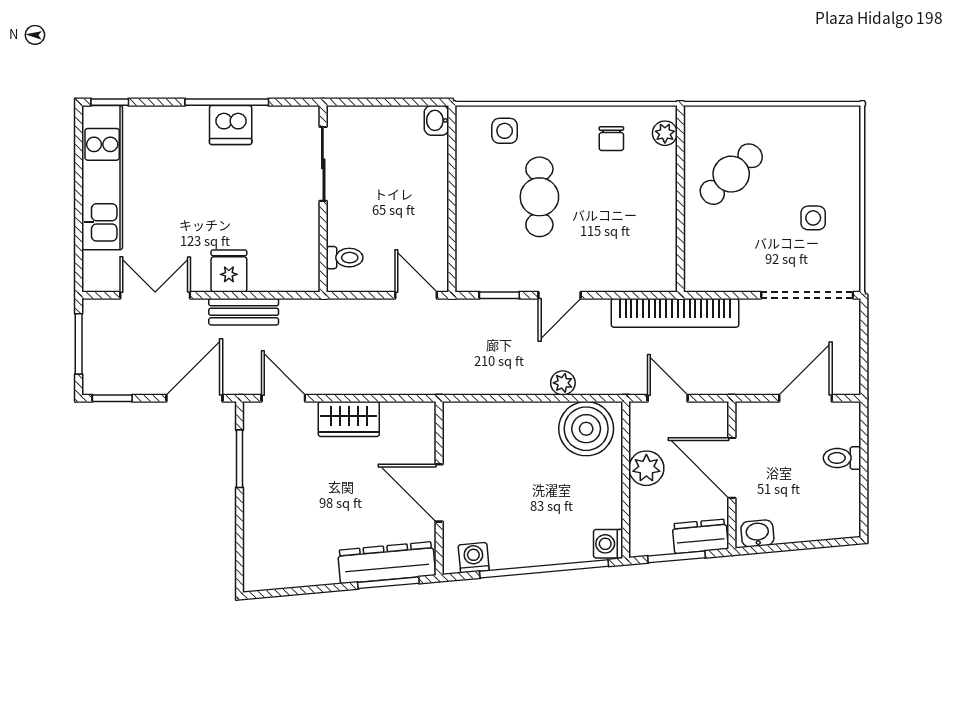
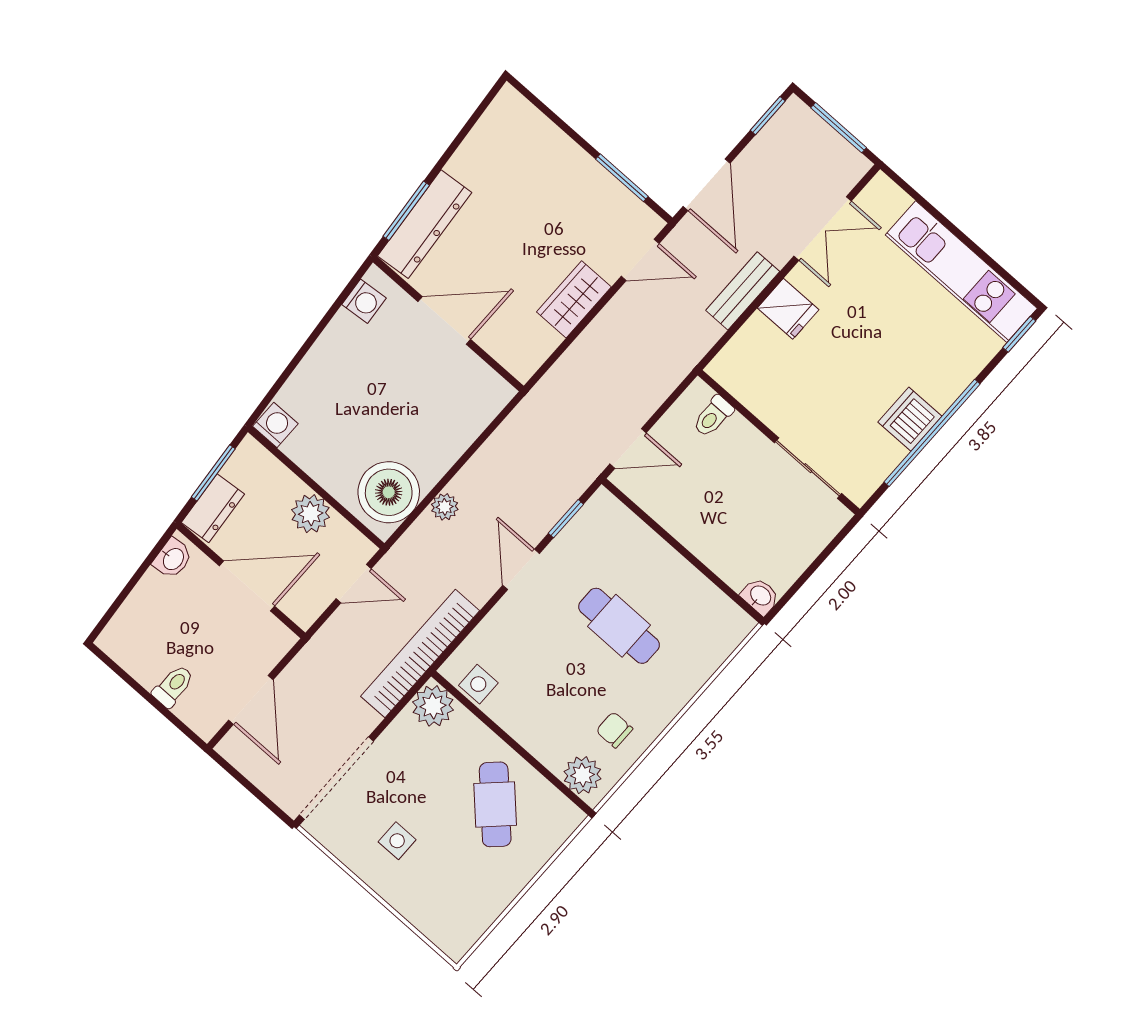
window: (227, 102) -> (932, 433), width x1.46
side table: (505, 131) -> (478, 684), moved
plant: (665, 133) -> (582, 775), width x1.38, depth x1.38
plant: (702, 273) -> (433, 706), added
window: (544, 569) -> (302, 352), removed

